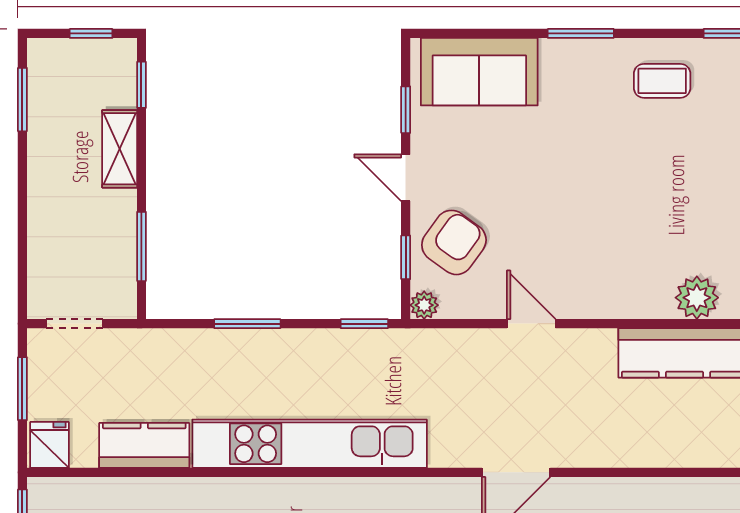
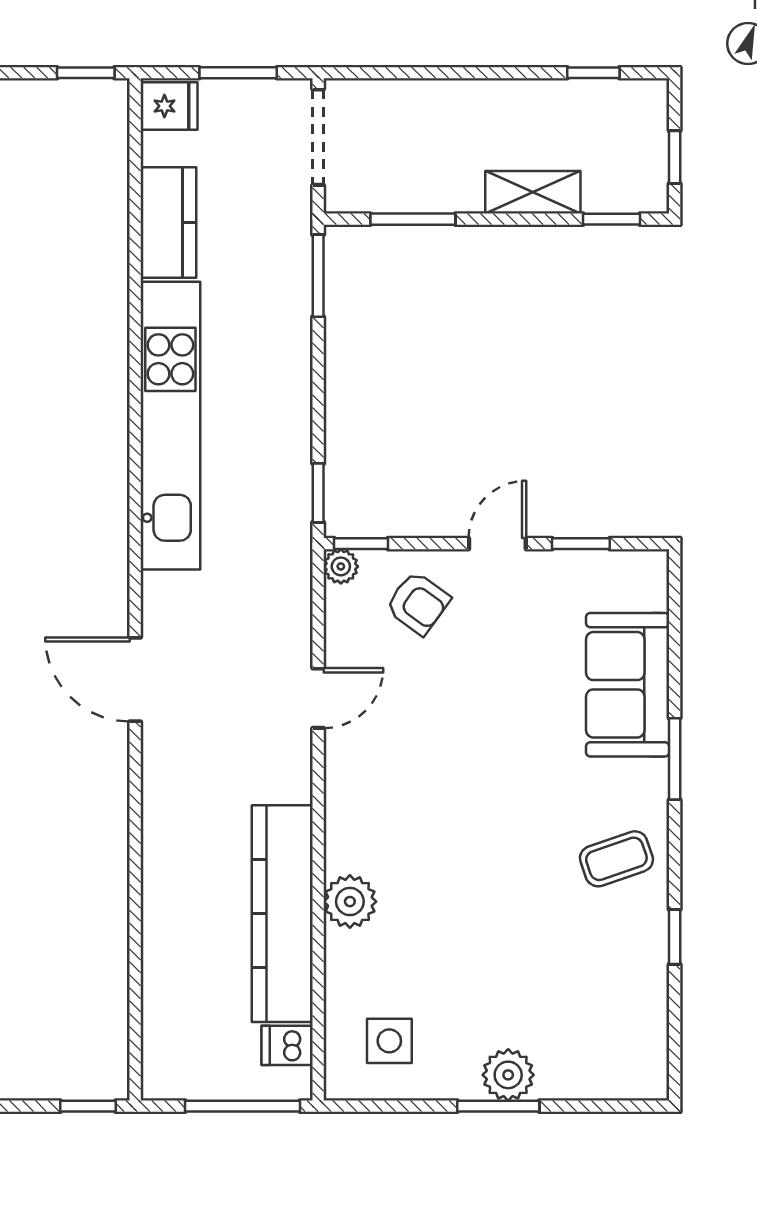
sofa: (479, 72) -> (628, 685), moved
coffee table: (662, 81) -> (616, 859), turned 71
window: (22, 100) -> (593, 73), width x0.67
armchair: (454, 242) -> (418, 603), width x0.72, depth x0.72
window: (406, 257) -> (361, 544), moved
doorway: (75, 324) -> (318, 137), width x1.38
window: (247, 324) -> (318, 276), moved

